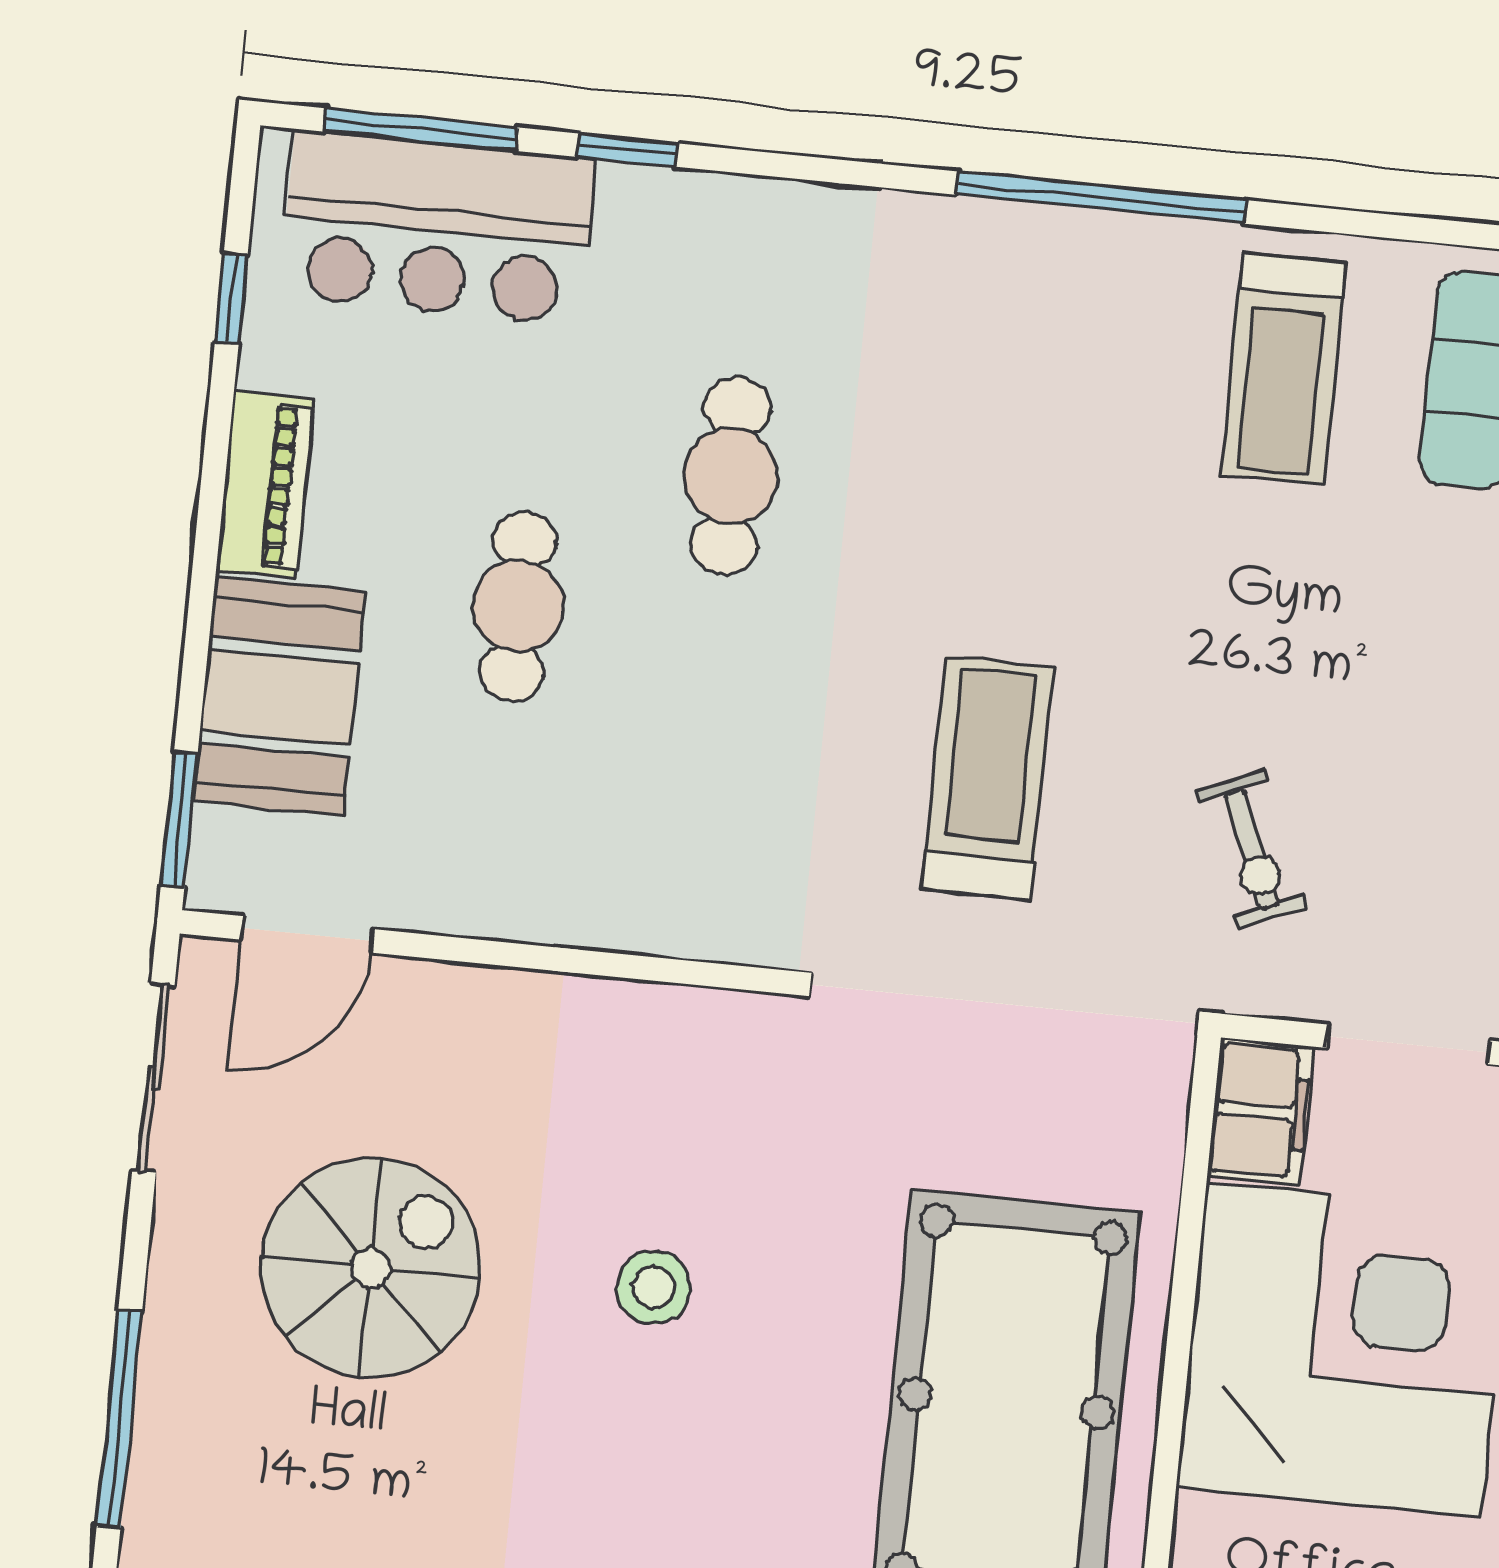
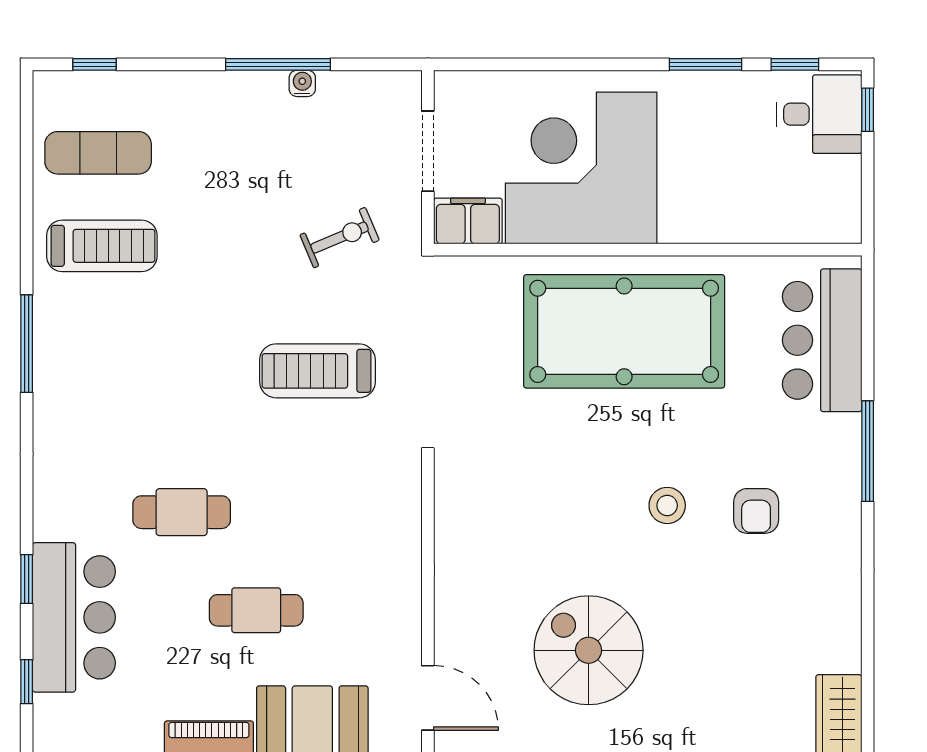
window: (421, 130) -> (27, 682), width x0.46
window: (1101, 198) -> (27, 344), width x0.68
bar counter: (437, 227) -> (74, 617), moved
stool: (653, 1287) -> (667, 505), moved

